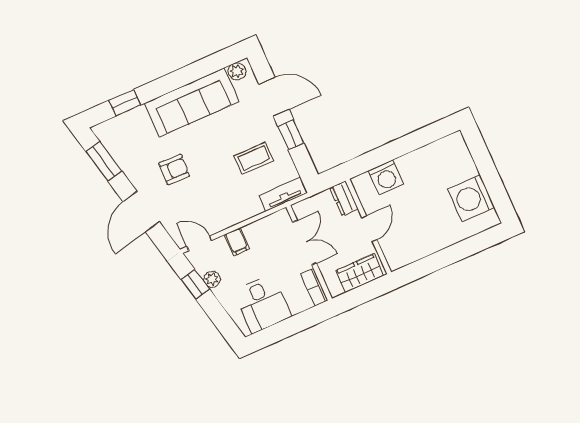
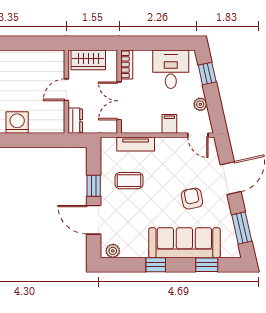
window: (182, 77) -> (156, 265), added
sofa: (192, 102) -> (184, 243), moved
armchair: (174, 169) -> (192, 199), turned 77
washing machine: (386, 177) -> (17, 123), moved
tv unit: (283, 194) -> (136, 144), moved
window: (195, 284) -> (207, 74), moved

